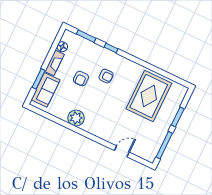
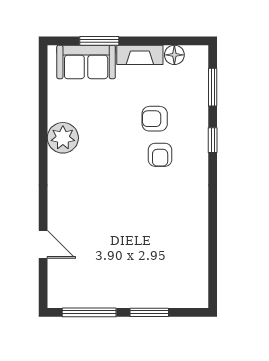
armchair: (81, 79) -> (155, 119), moved
rug: (149, 96) -> (161, 245), removed

